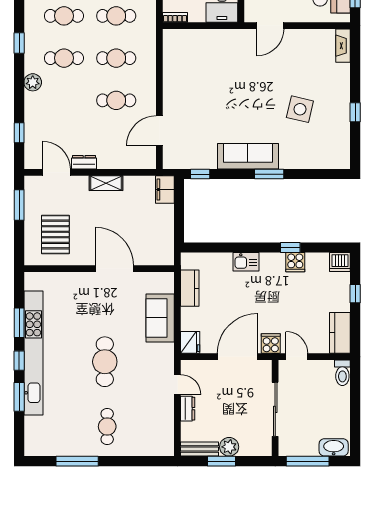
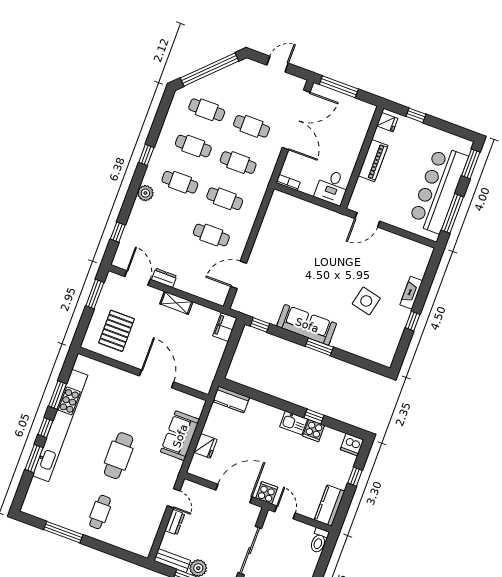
fireplace: (343, 46) -> (411, 293), moved
kitchen sink: (246, 262) -> (294, 423), moved
kitchen counter: (190, 288) -> (231, 399), moved, turned 90
fridge: (190, 342) -> (205, 446), moved

